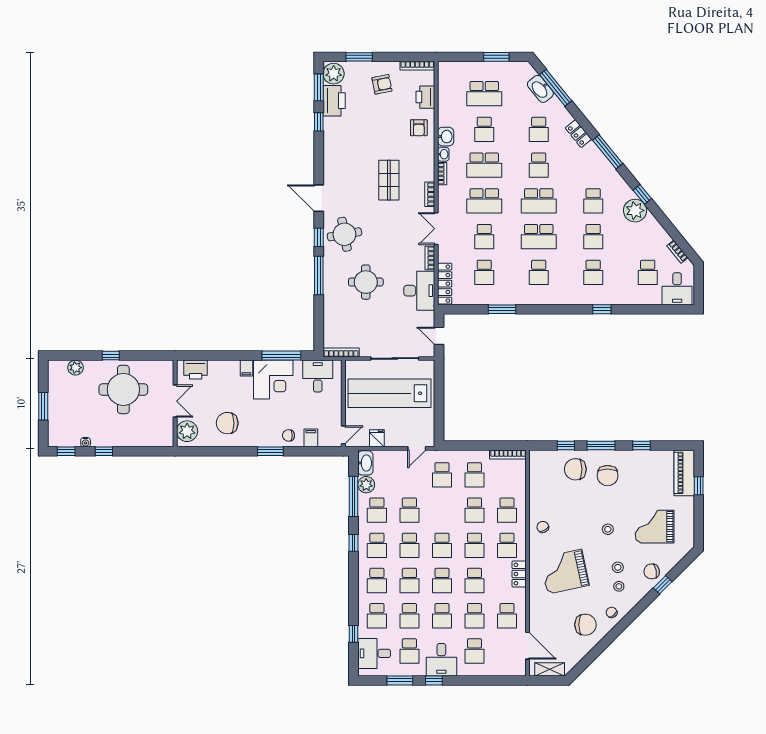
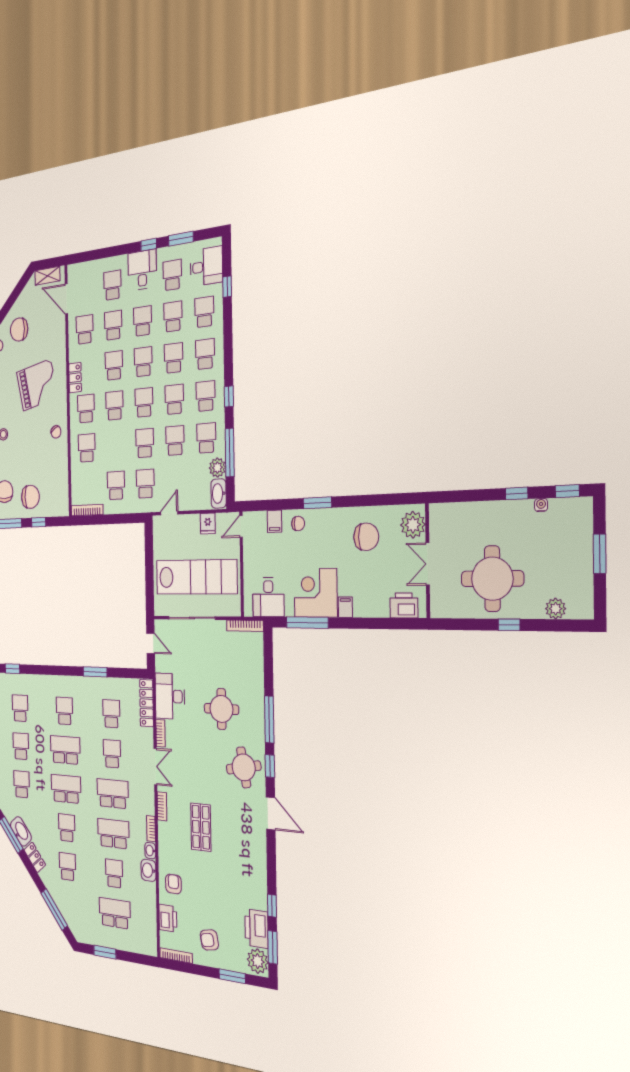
washbasin: (540, 89) -> (21, 831), moved
school desk: (474, 510) -> (145, 443), moved

